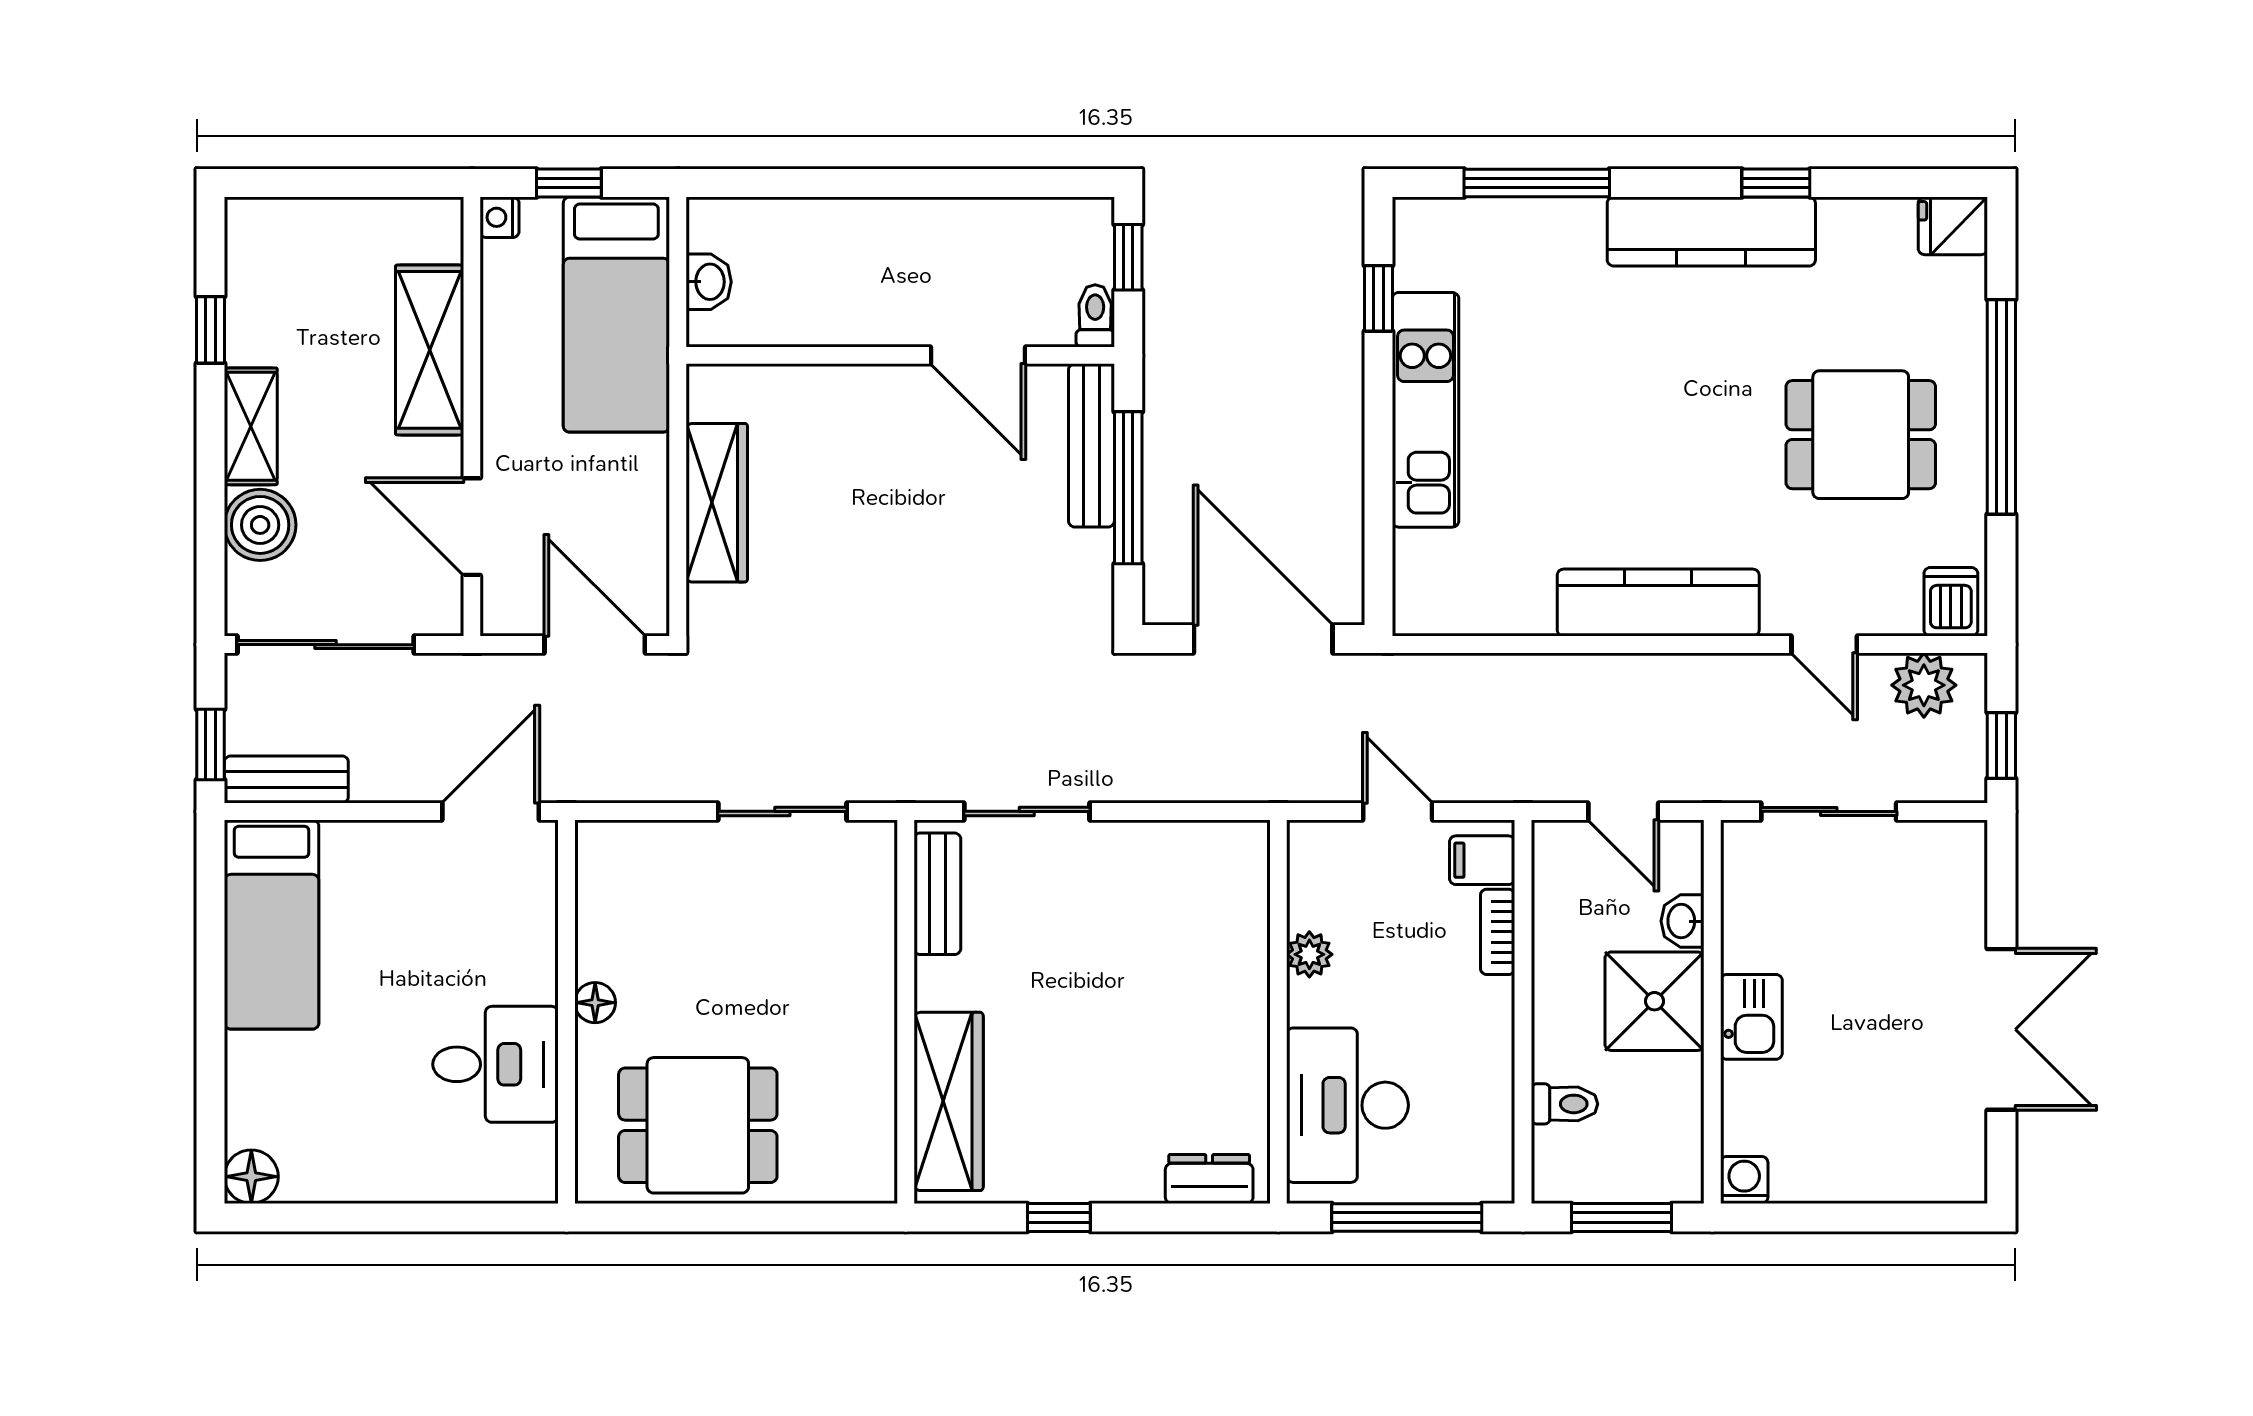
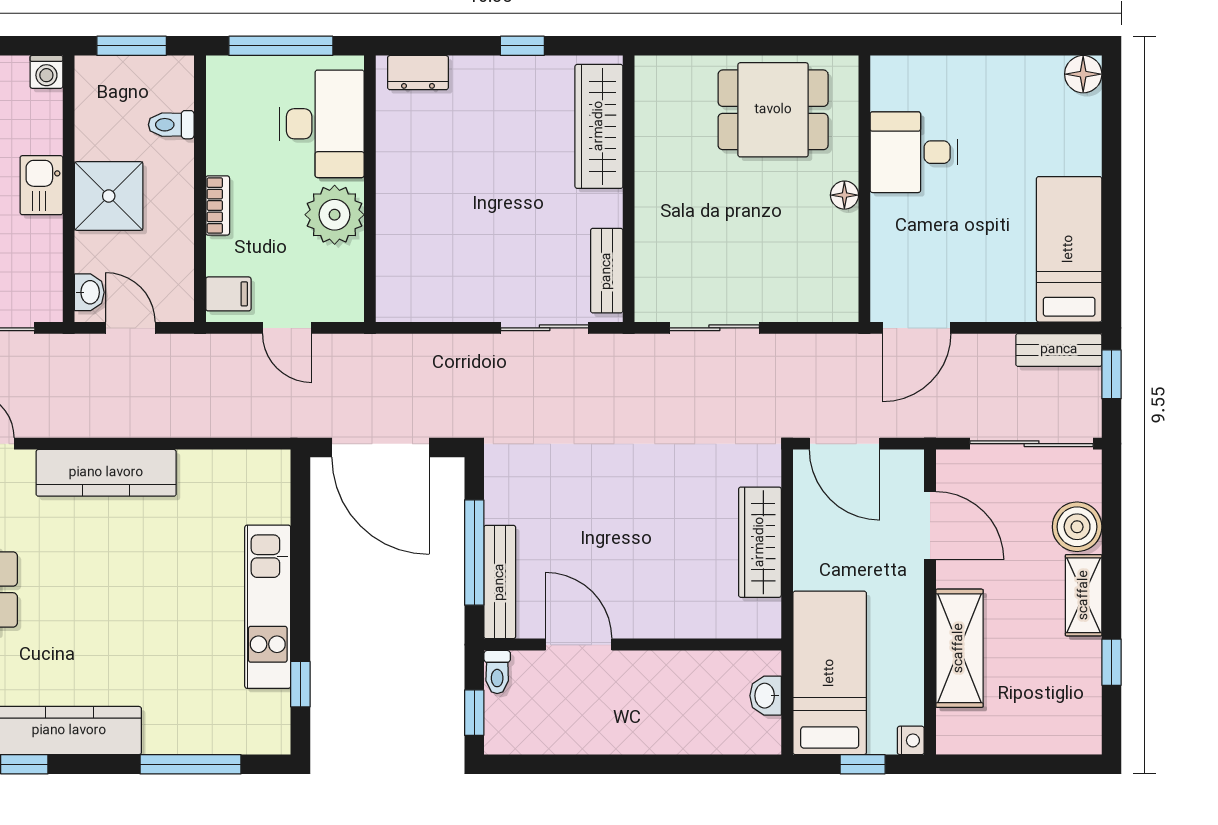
washbasin: (1683, 921) -> (89, 292), moved
bookcase: (1498, 932) -> (218, 206), moved
plant: (1309, 954) -> (335, 215), width x1.88, depth x1.88

